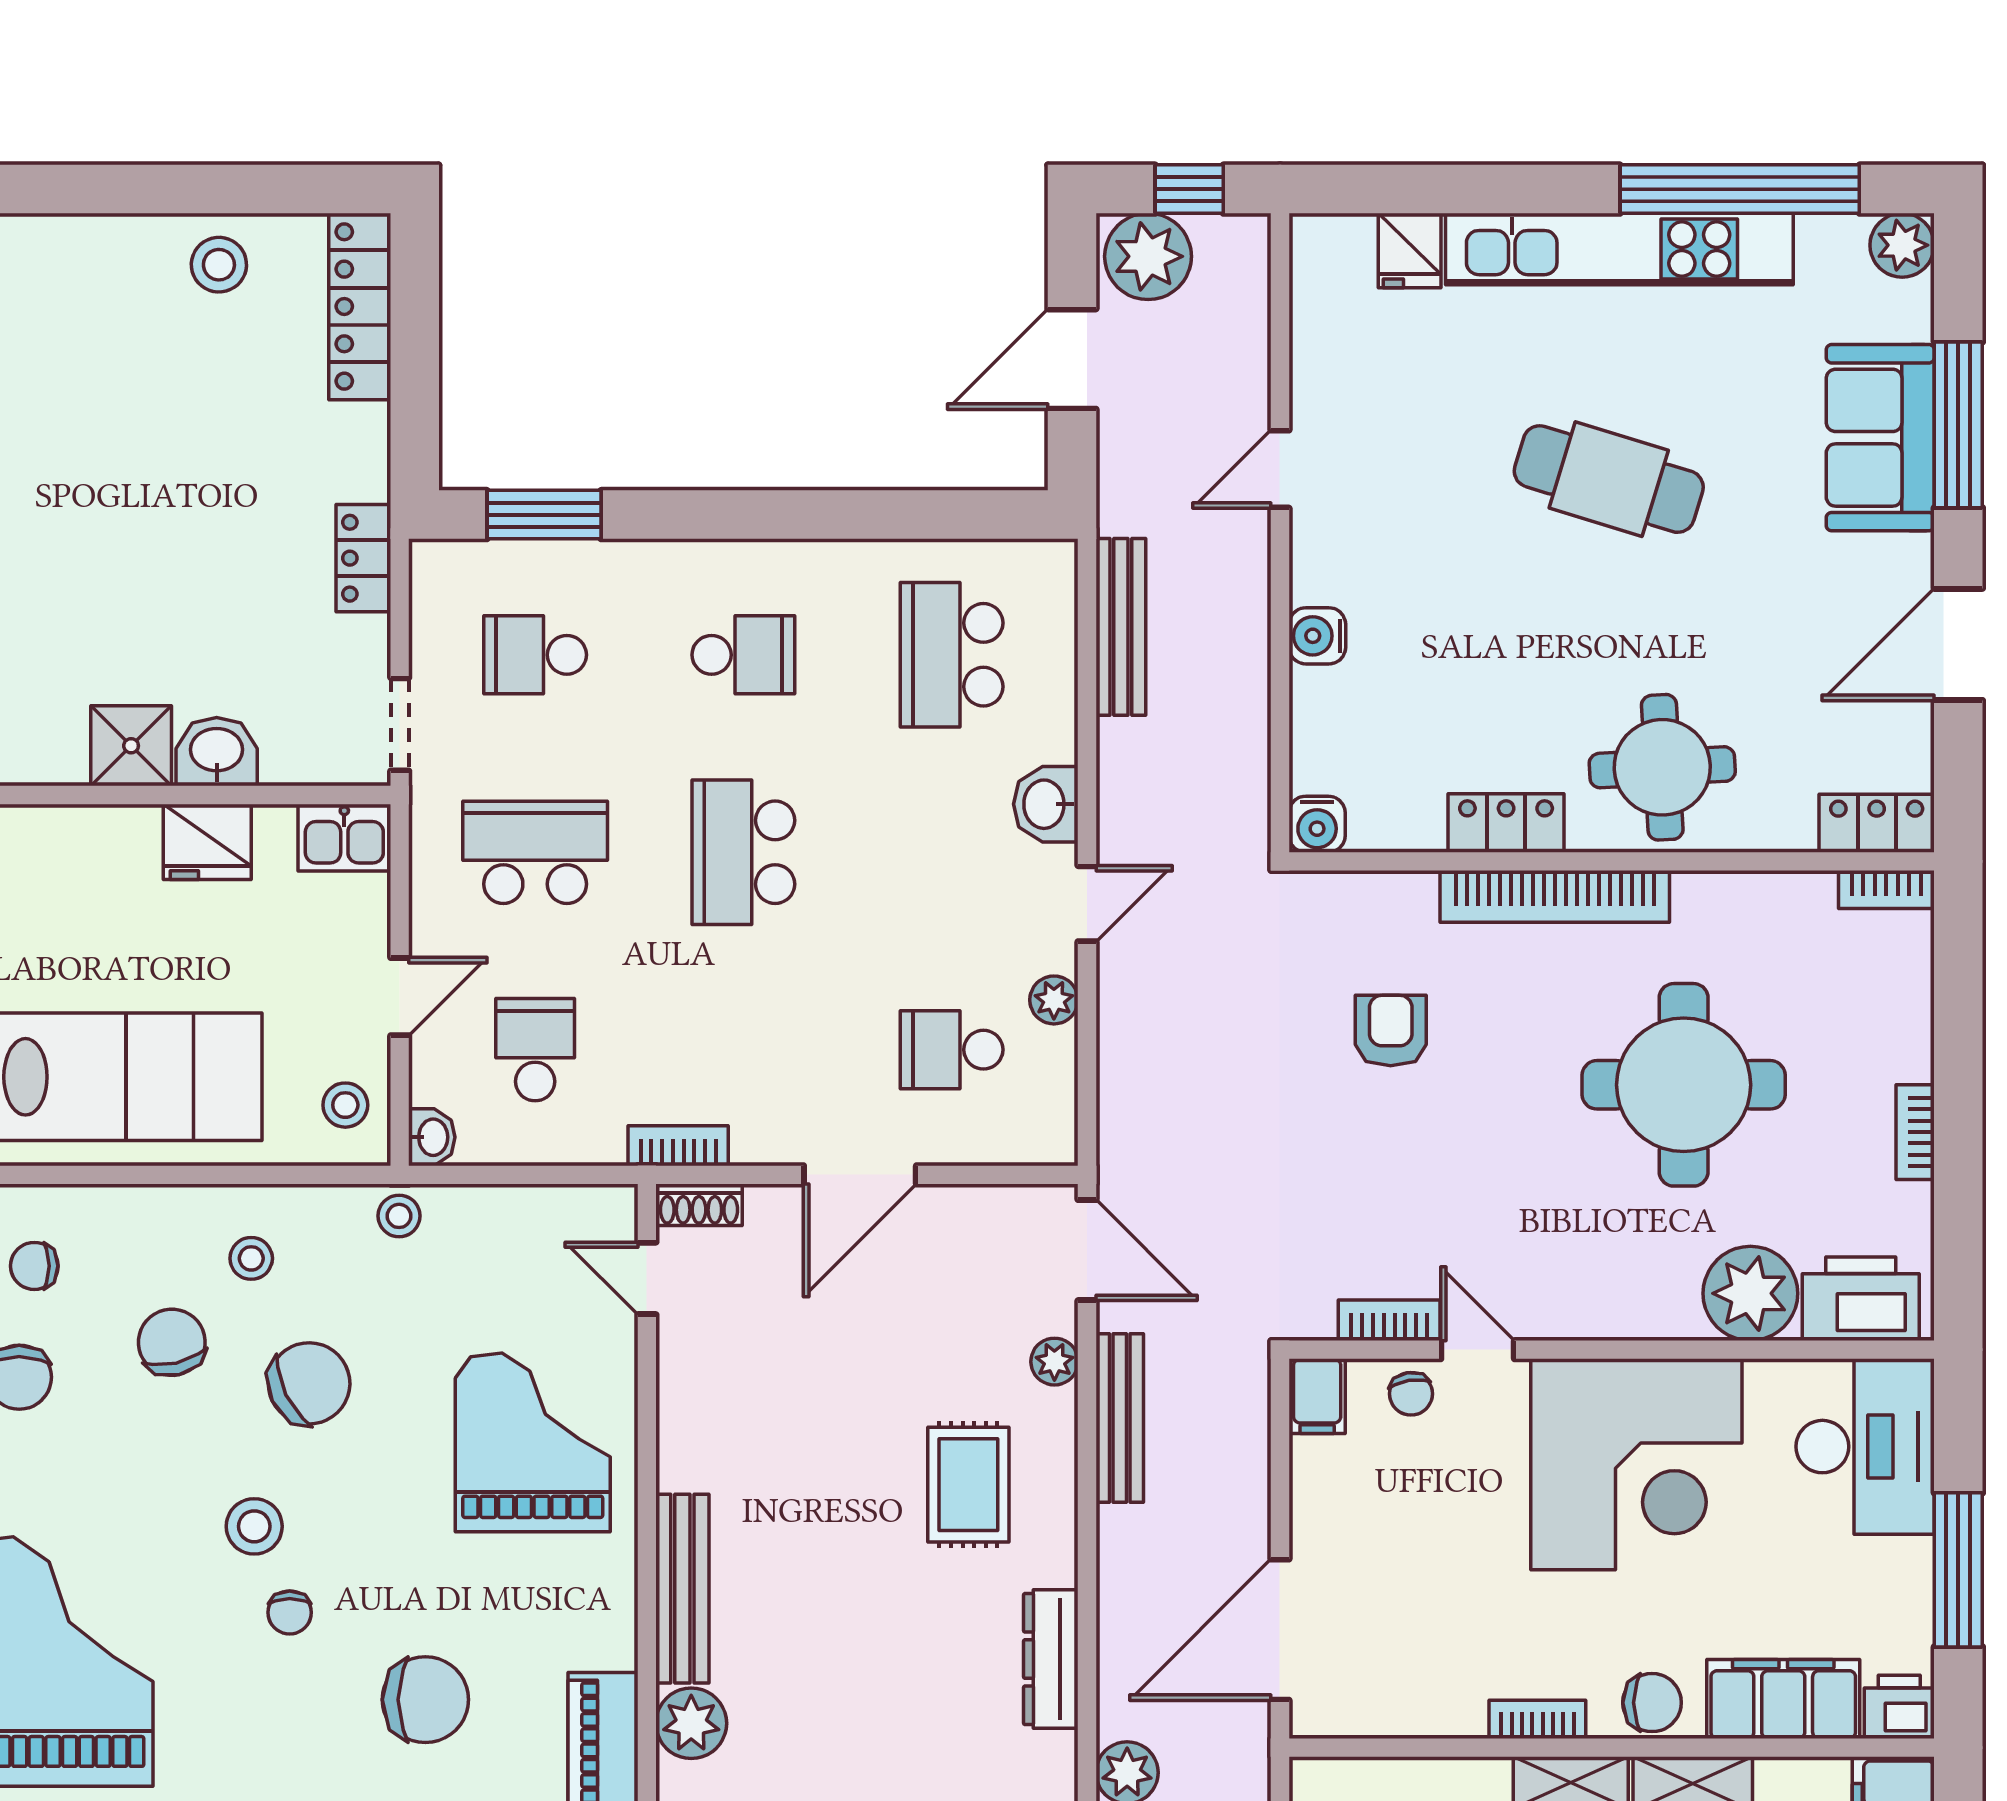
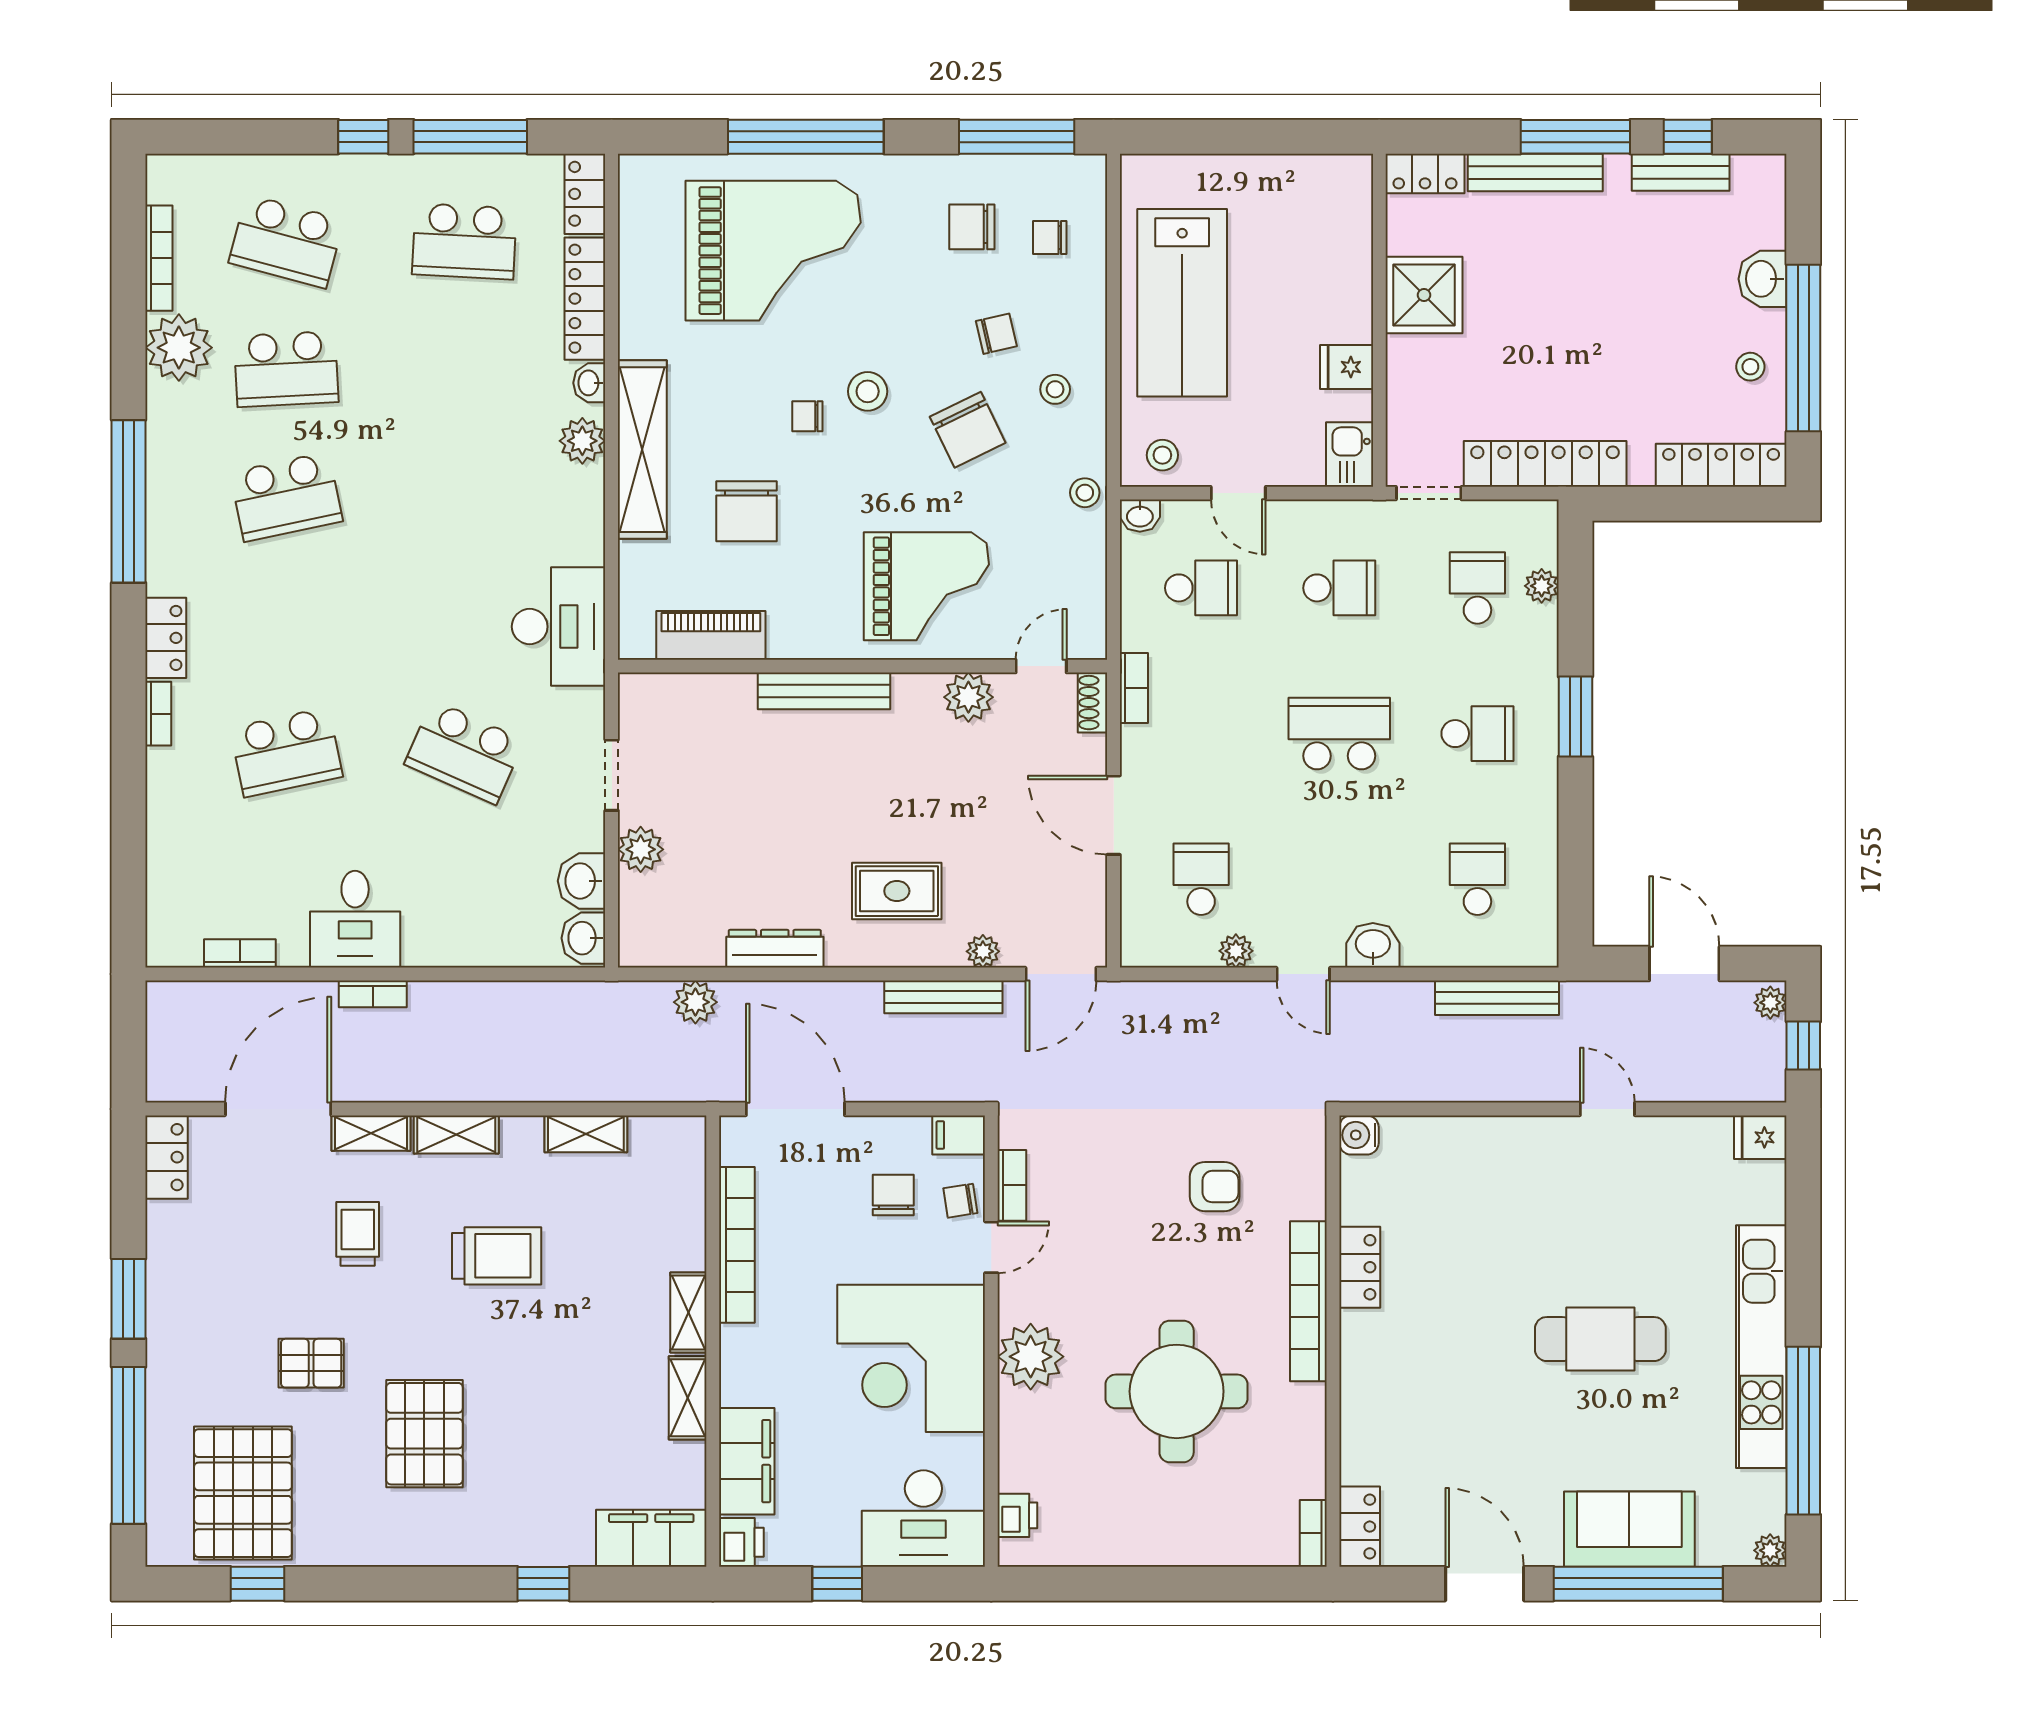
window: (192, 189) -> (1803, 348), added
plant: (1902, 245) -> (1770, 1550), width x0.73, depth x0.73
fridge: (1410, 250) -> (1760, 1137), moved
plant: (1148, 256) -> (1770, 1003), width x0.53, depth x0.53
stool: (219, 265) -> (1750, 367), width x0.73, depth x0.73
window: (1958, 425) -> (1638, 1584), width x1.46
cafe table: (1609, 479) -> (1600, 1339), turned 73
window: (544, 515) -> (1575, 717), moved
locker: (363, 558) -> (1545, 464), width x2.16, depth x1.21
plant: (532, 563) -> (1542, 586), added
water cooler: (1317, 636) -> (1491, 1135), removed
school desk: (743, 655) -> (1477, 734), turned -90
school desk: (952, 655) -> (1477, 879), width x0.54
shower: (131, 746) -> (1424, 295), width x1.36, depth x1.36
washbasin: (217, 752) -> (1762, 279), moved, turned 180
round table: (1662, 767) -> (1399, 1377), removed
fridge: (207, 842) -> (1347, 367), width x0.72
school desk: (535, 852) -> (1339, 588), width x0.54
bookcase: (1915, 1132) -> (1144, 1553), removed
chair: (34, 1266) -> (1050, 238), turned -90
plant: (1750, 1293) -> (1031, 1357), moved
printer: (1861, 1299) -> (1017, 1515), width x0.53, depth x0.68
chair: (172, 1342) -> (996, 334), width x0.73, depth x0.73
window: (1958, 1570) -> (837, 1584), width x0.46
chair: (1652, 1703) -> (893, 1195), moved, turned 180
bookcase: (1537, 1719) -> (737, 1245), width x2.31, depth x1.31
plant: (691, 1723) -> (968, 697), moved

